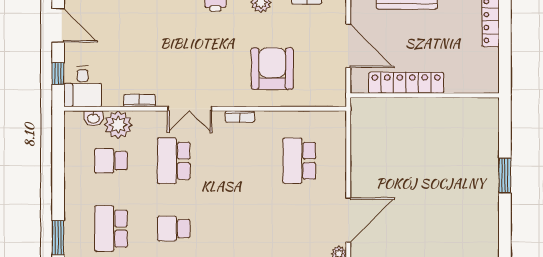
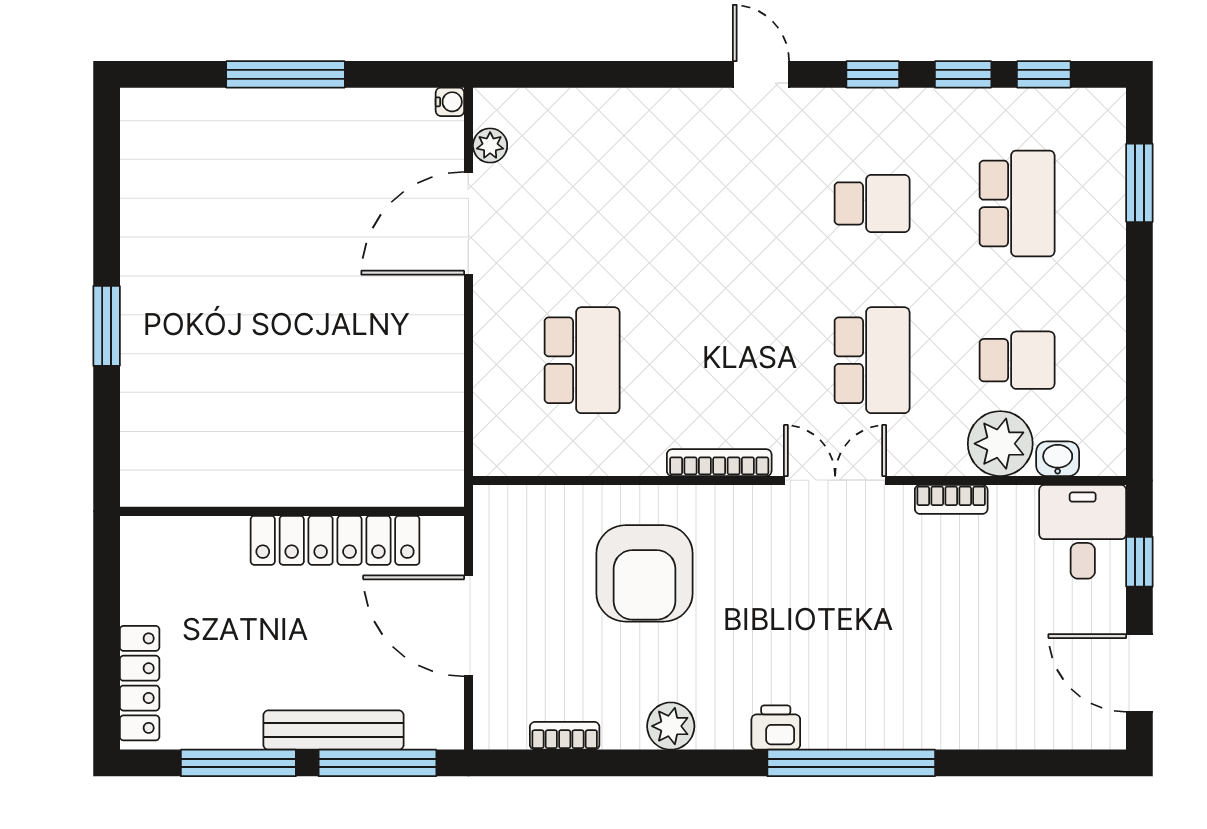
bookcase: (240, 116) -> (719, 463), width x1.56

